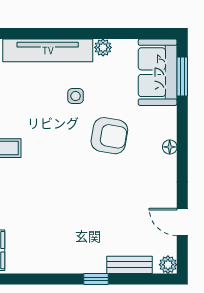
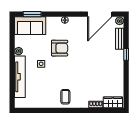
armchair: (109, 136) -> (60, 48), turned 80
door: (182, 222) -> (100, 14), width x1.88

